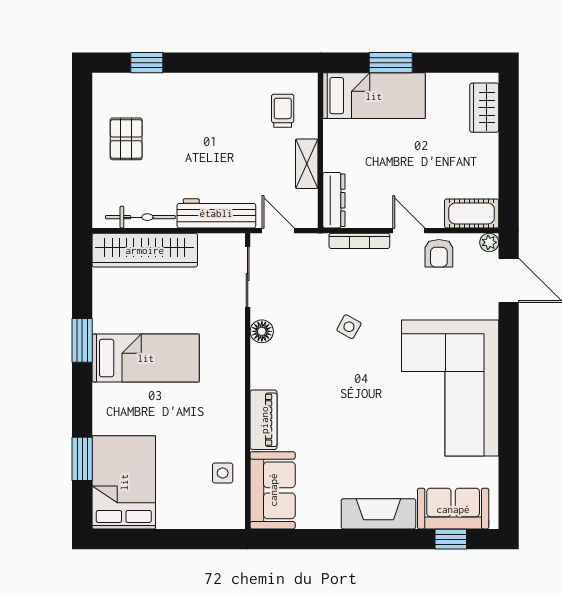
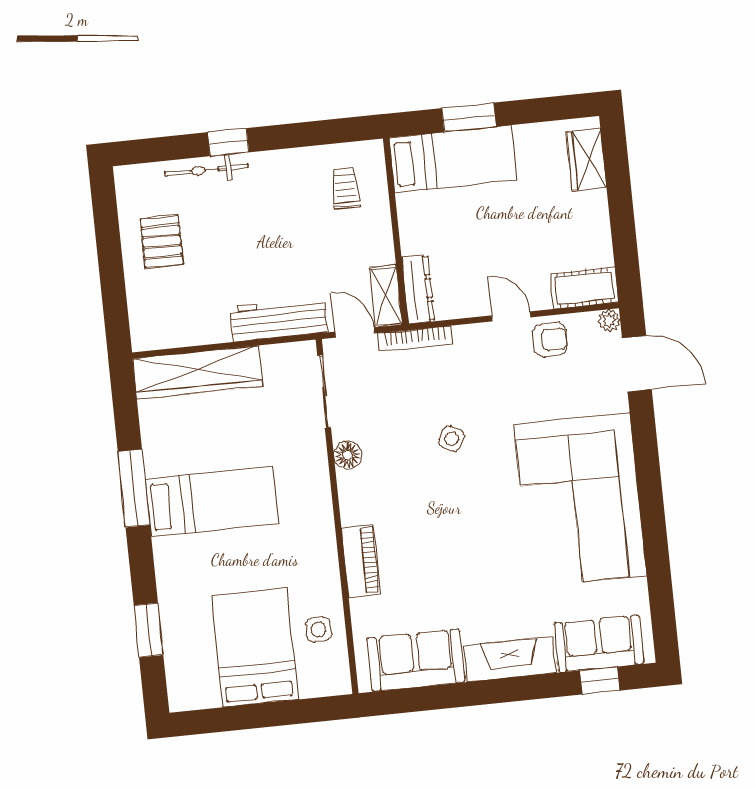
window: (147, 63) -> (228, 142), moved
shelving: (307, 164) -> (386, 296), moved
bicycle: (140, 217) -> (206, 170), moved, turned 180
bookcase: (359, 241) -> (415, 339), moved
armchair: (439, 253) -> (550, 340), turned -90
window: (82, 340) -> (134, 488), width x1.44
bed: (124, 482) -> (255, 647), moved
sofa: (273, 490) -> (416, 660), moved, turned -90

